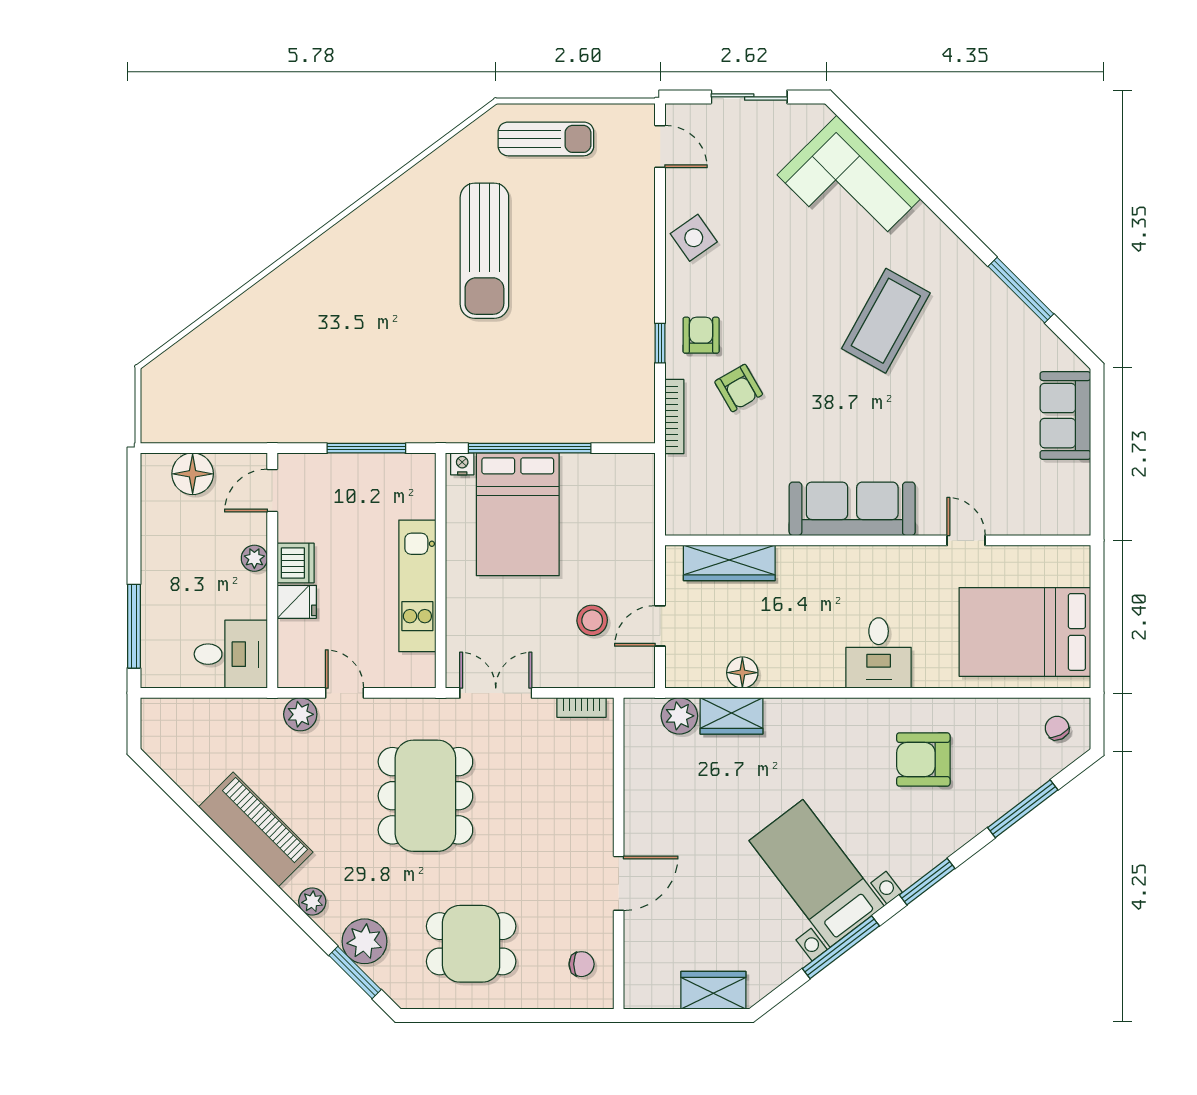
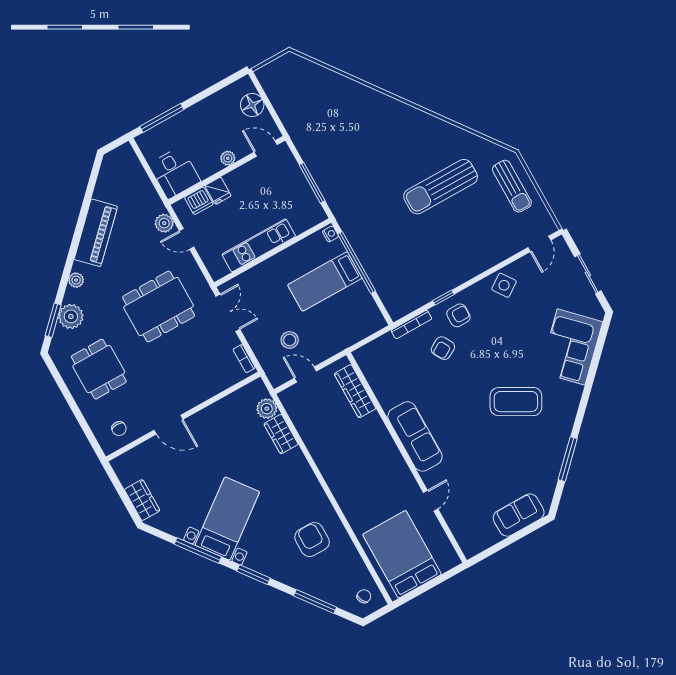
bed: (518, 514) -> (325, 281), width x0.67
dishwasher: (296, 563) -> (199, 201), moved
desk: (879, 653) -> (352, 489), removed
floor lamp: (742, 673) -> (305, 428), removed
door: (345, 693) -> (187, 239), swing flipped

